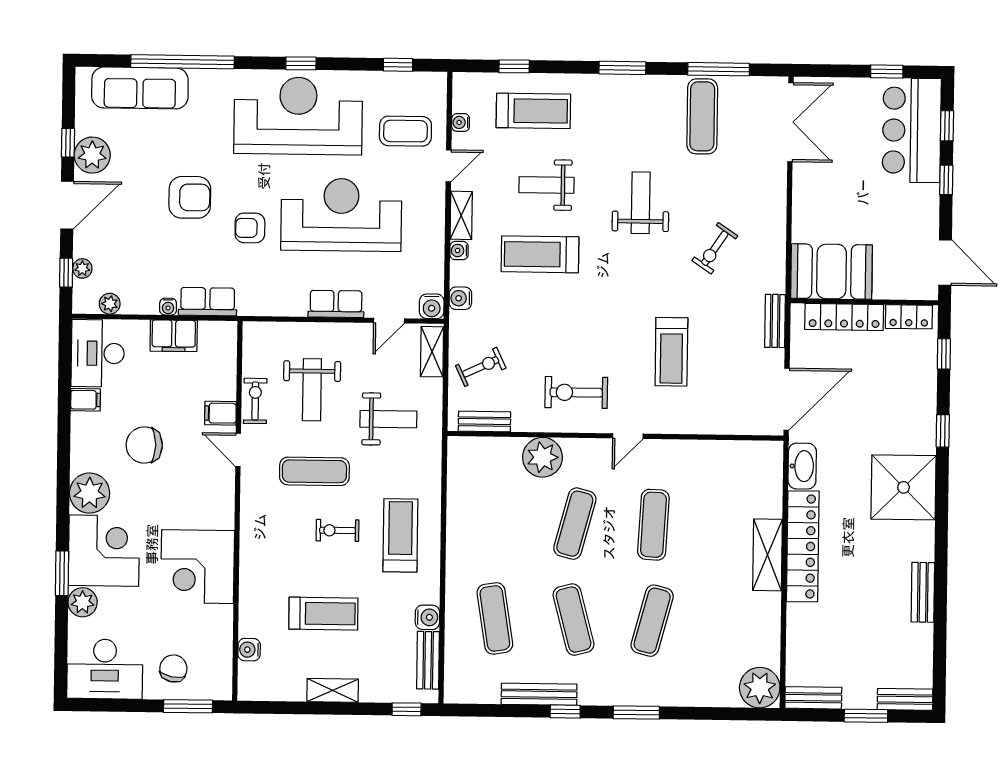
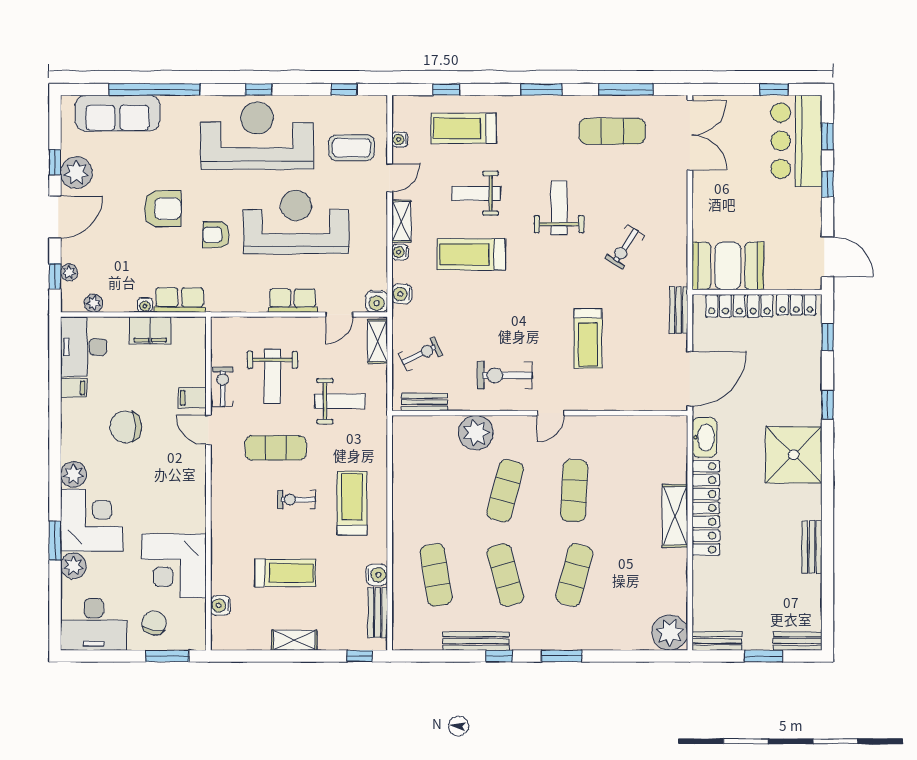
treadmill: (533, 111) -> (464, 128), turned 180
exercise mat: (702, 116) -> (612, 131), turned 90
plant: (90, 493) -> (73, 474), width x0.73, depth x0.73
corner desk: (197, 567) -> (174, 566), moved

